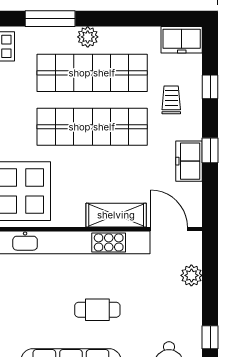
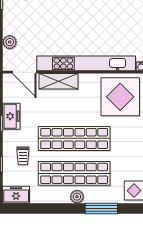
cafe table: (97, 310) -> (71, 20), removed

